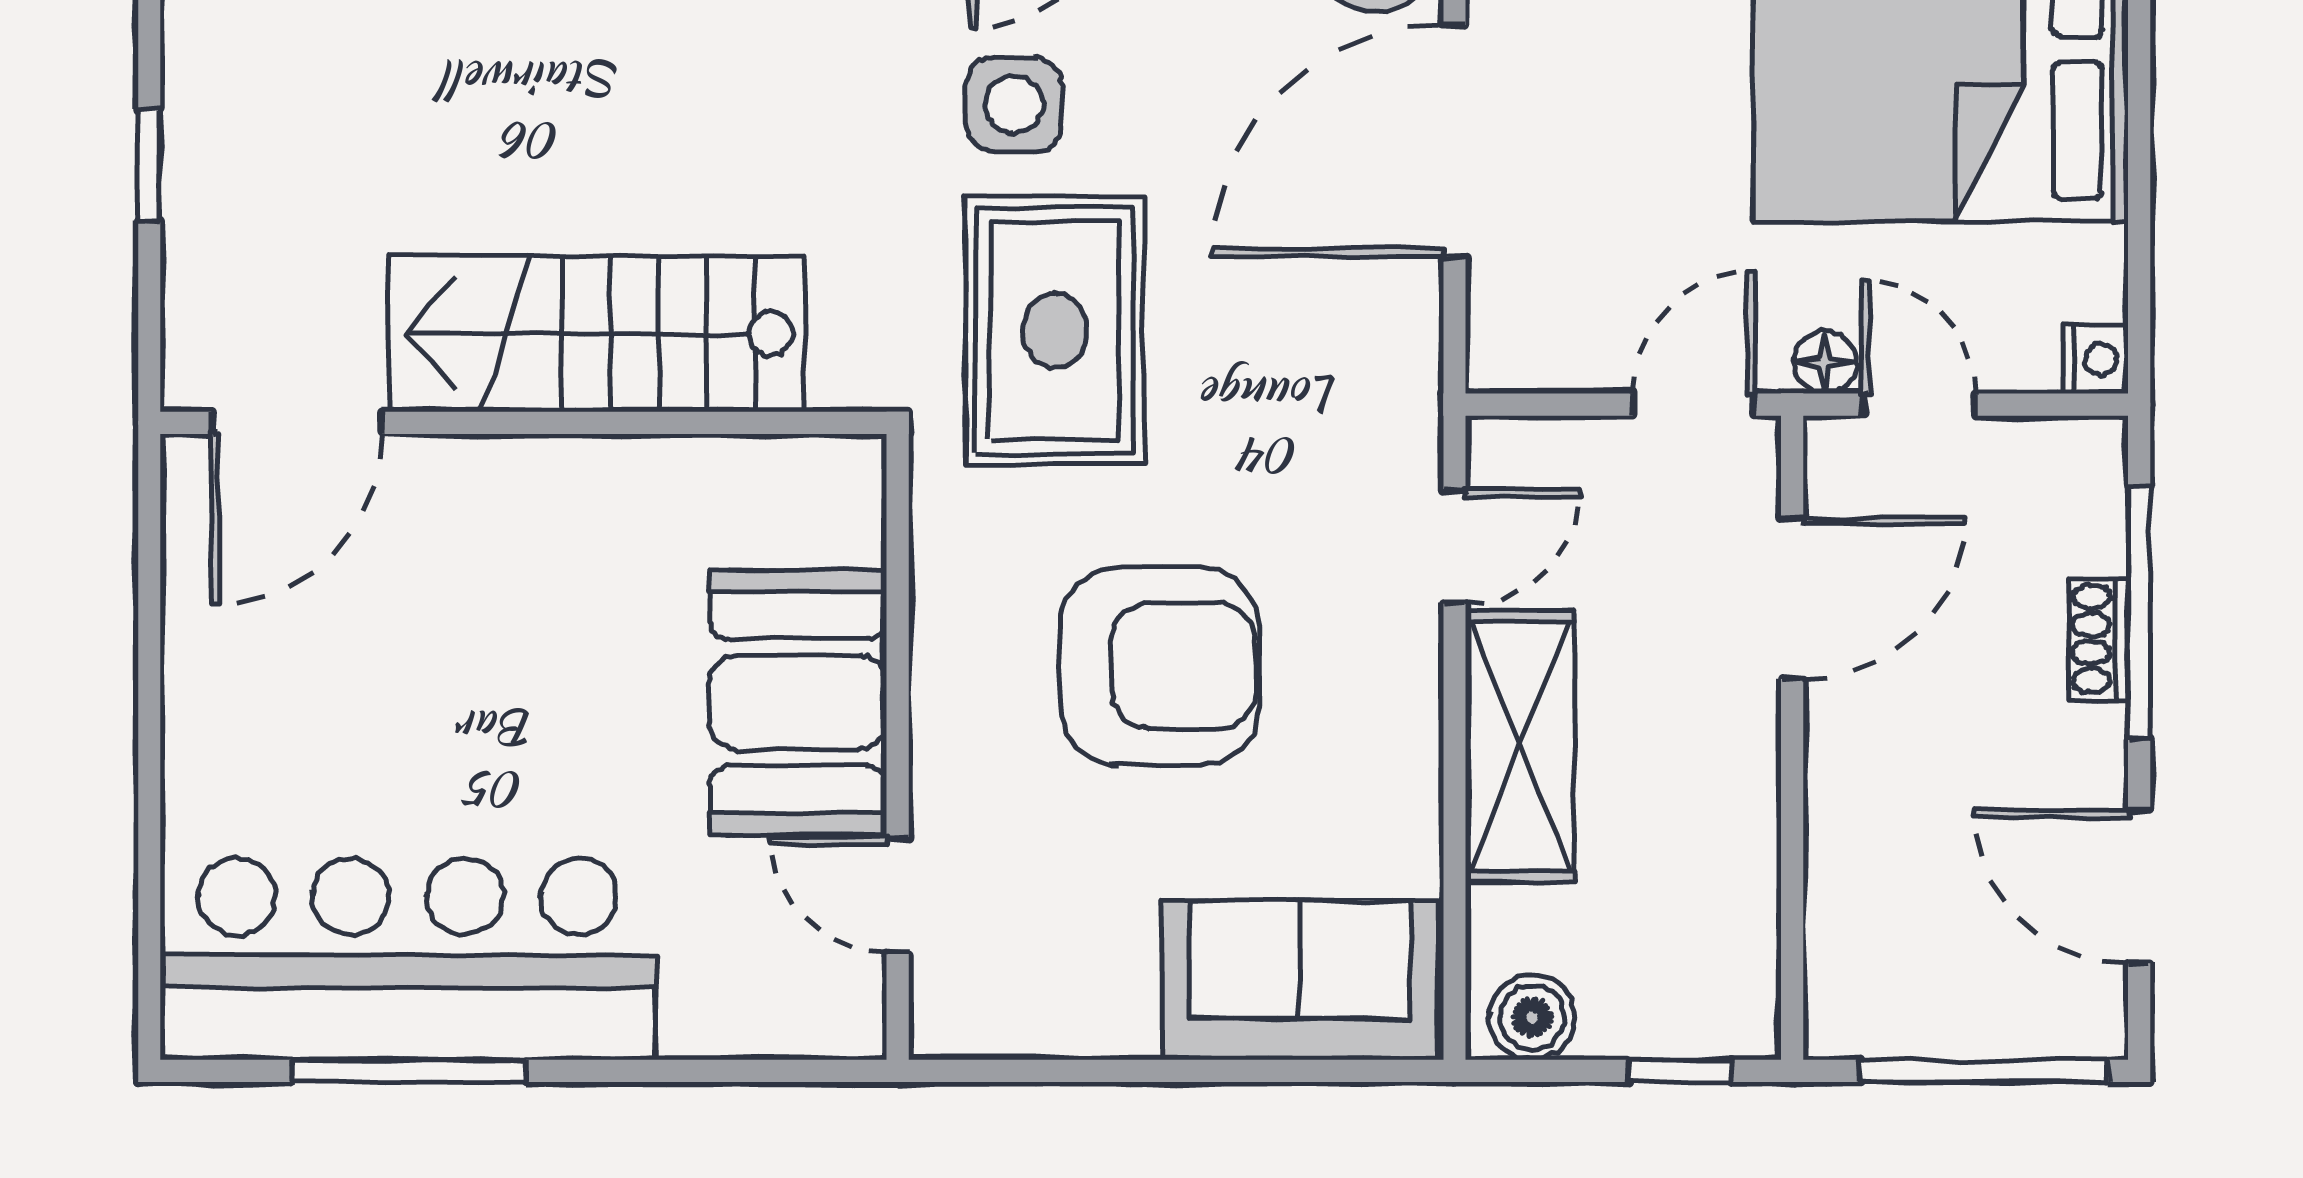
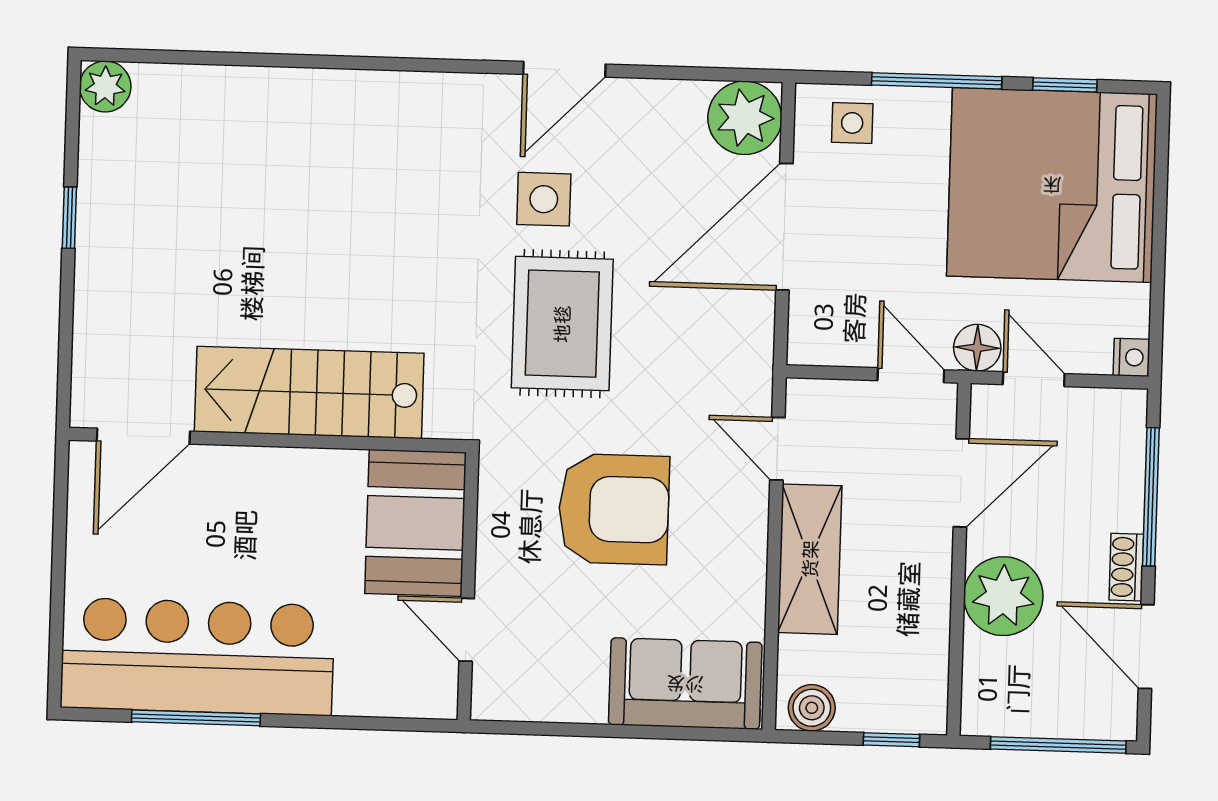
stairs: (597, 334) -> (309, 392), moved
floor lamp: (1825, 362) -> (977, 348), width x1.37, depth x1.37
door: (1694, 405) -> (911, 375), hinge flipped
door: (297, 423) -> (143, 436), moved
wall: (523, 423) -> (267, 440), moved
door: (1454, 546) -> (777, 449), swing flipped
shoe rack: (2098, 639) -> (1126, 567), moved
plant: (1875, 803) -> (1003, 596), added

